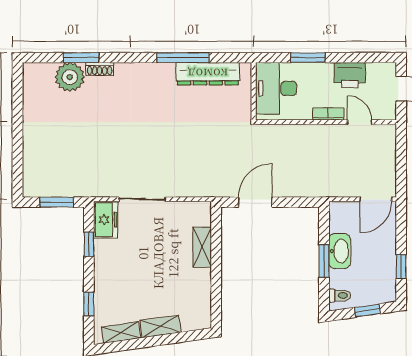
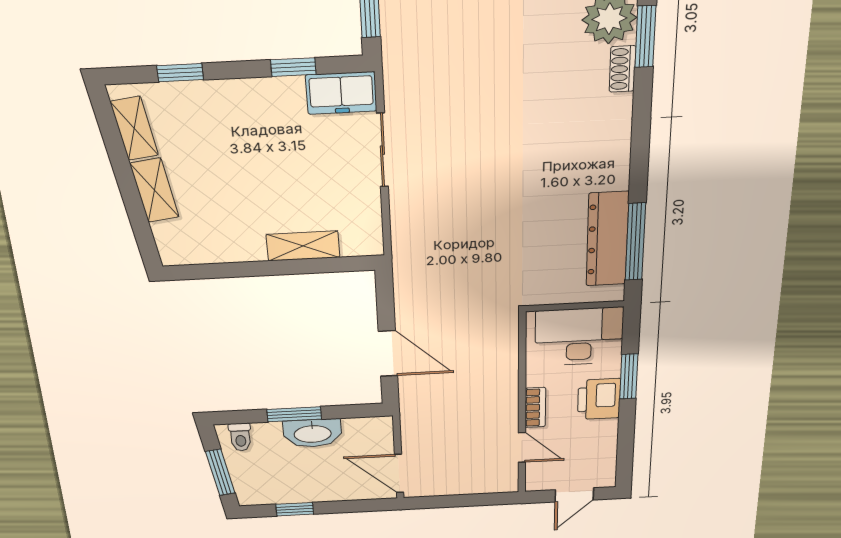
window: (183, 58) -> (635, 242), moved
printer: (350, 75) -> (599, 399), moved
door: (360, 122) -> (522, 447), hinge flipped
door: (255, 202) -> (388, 354), moved
window: (367, 311) -> (220, 472), width x1.50

